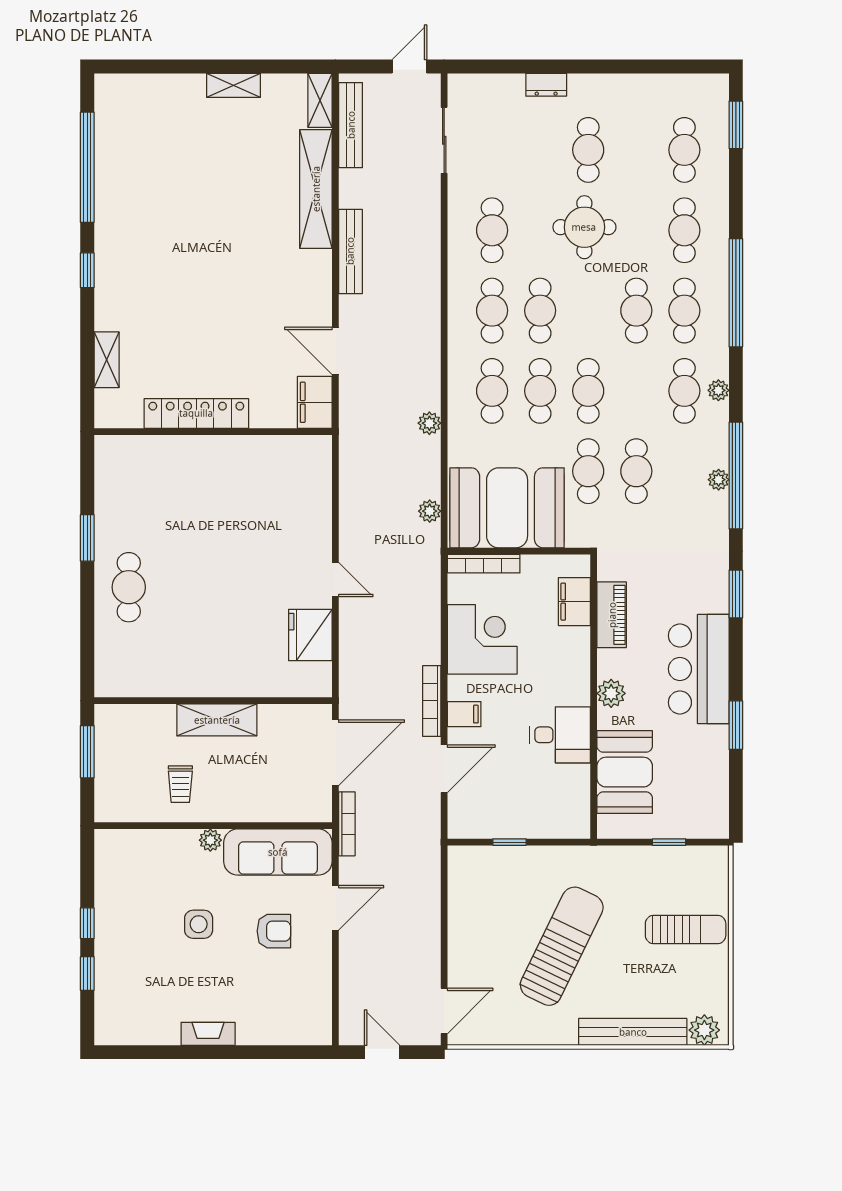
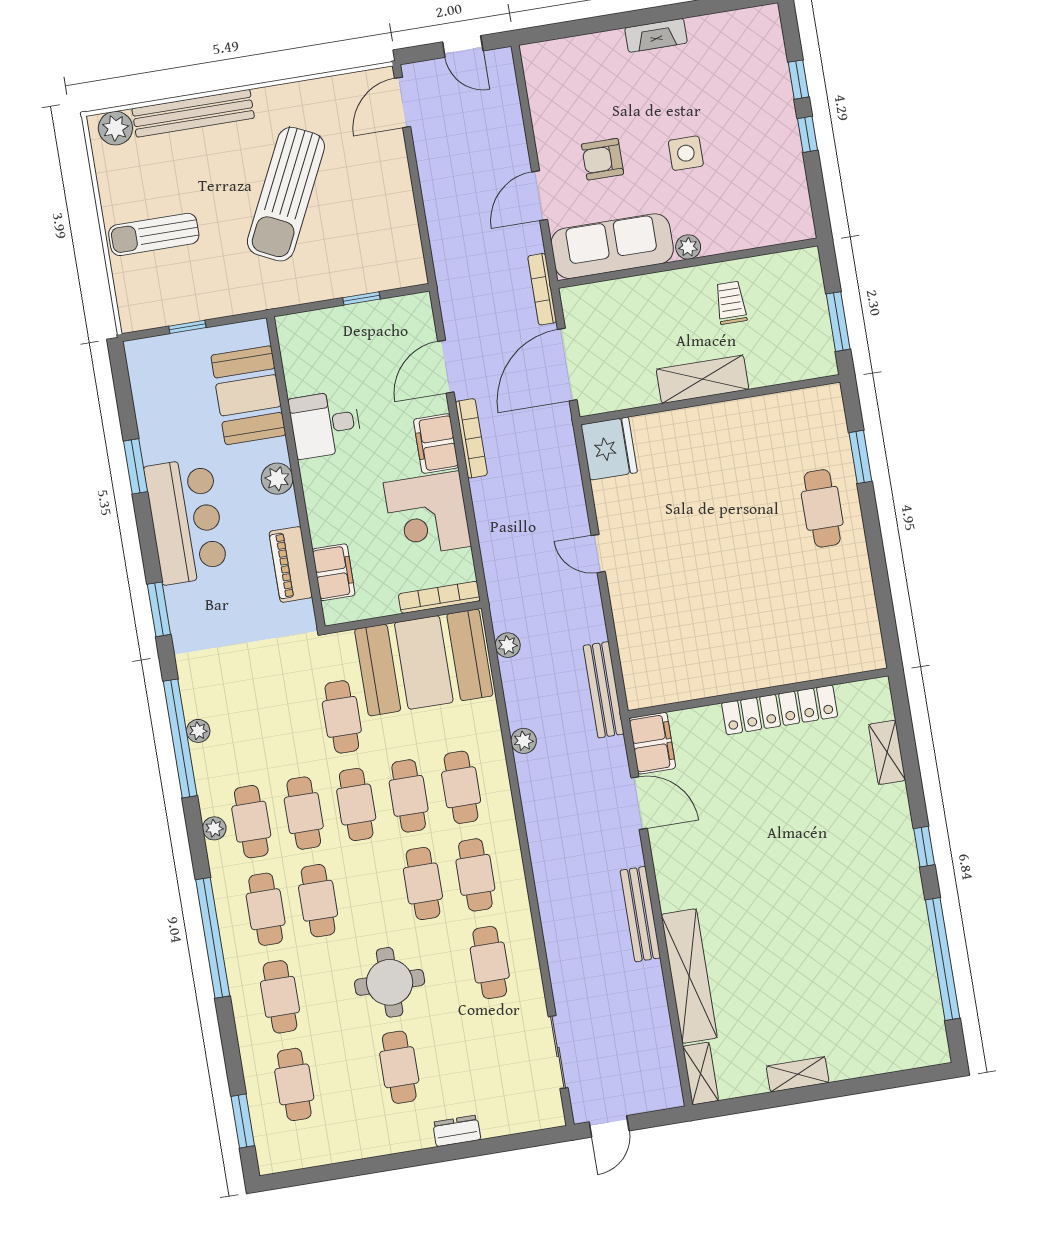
bench: (351, 125) -> (604, 690), moved
cafe table: (636, 471) -> (304, 813), moved
window: (87, 538) -> (860, 457), moved
fridge: (310, 635) -> (609, 449), moved
filing cabinet: (464, 714) -> (436, 444), width x2.00

